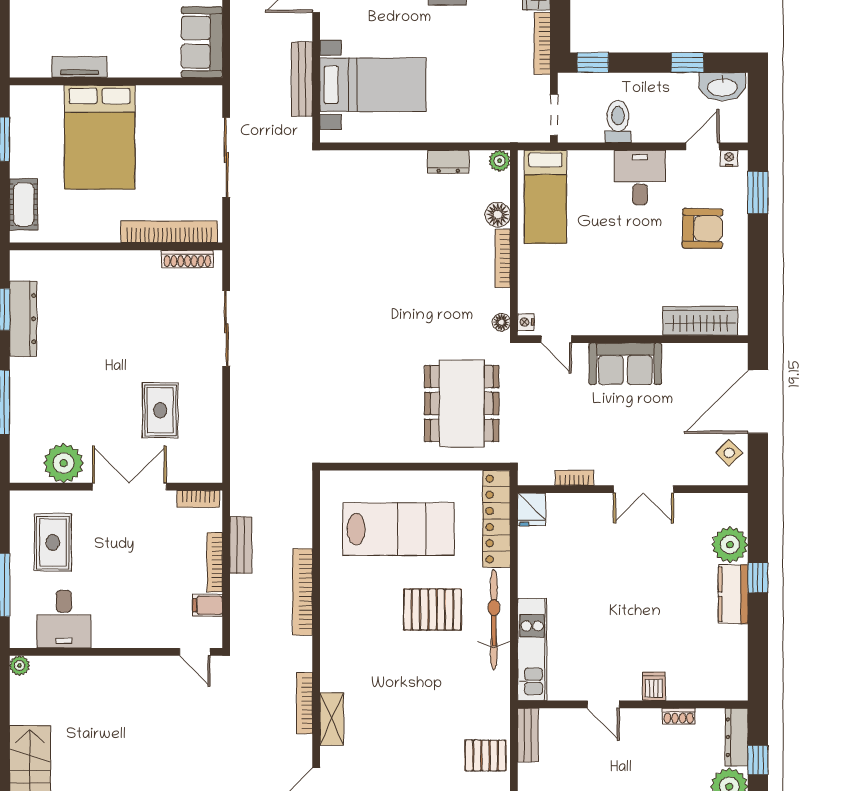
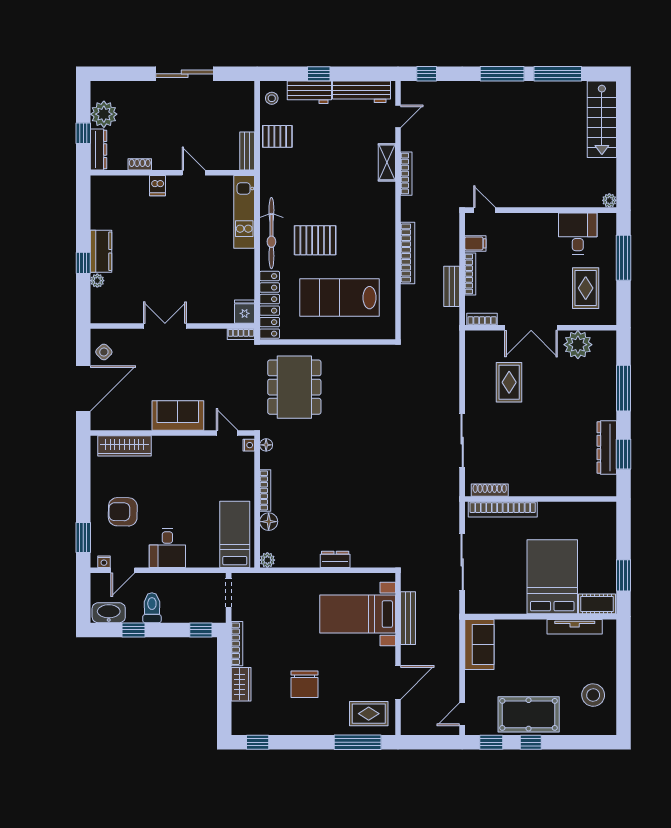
tv unit: (79, 67) -> (575, 627), width x1.41
toilet: (618, 121) -> (152, 608), moved, turned 180
dresser: (448, 162) -> (335, 559), moved
cot: (24, 204) -> (597, 604), moved, turned 90
bookcase: (574, 478) -> (241, 334), moved
plant: (730, 545) -> (97, 281), width x0.53, depth x0.53

